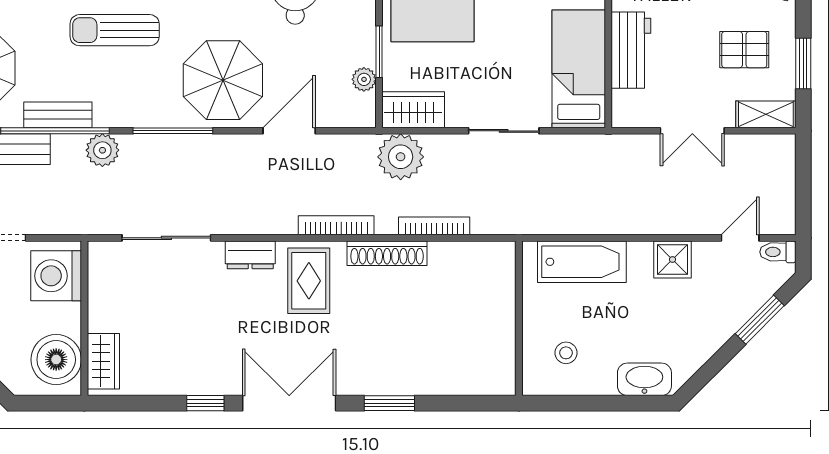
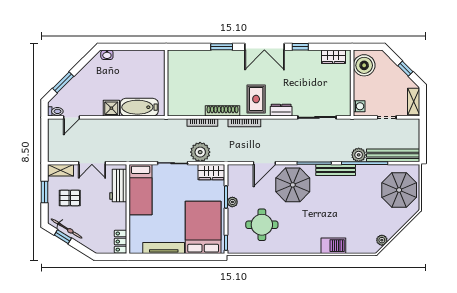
sun lounger: (115, 30) -> (339, 206), removed
workbench: (631, 50) -> (118, 186), moved
plant: (364, 79) -> (232, 202), moved
bench: (58, 115) -> (336, 170), moved, width x1.36
double door: (692, 131) -> (92, 163), swing flipped
plant: (102, 150) -> (359, 155), moved
plant: (401, 157) -> (200, 152), moved
shower: (672, 259) -> (111, 108), moved
washing machine: (56, 276) -> (359, 106), width x0.53, depth x0.53
stool: (566, 353) -> (146, 68), removed
wardrobe: (103, 361) -> (333, 57), moved, turned -90
washbasin: (644, 379) -> (107, 55), width x0.52, depth x0.69

